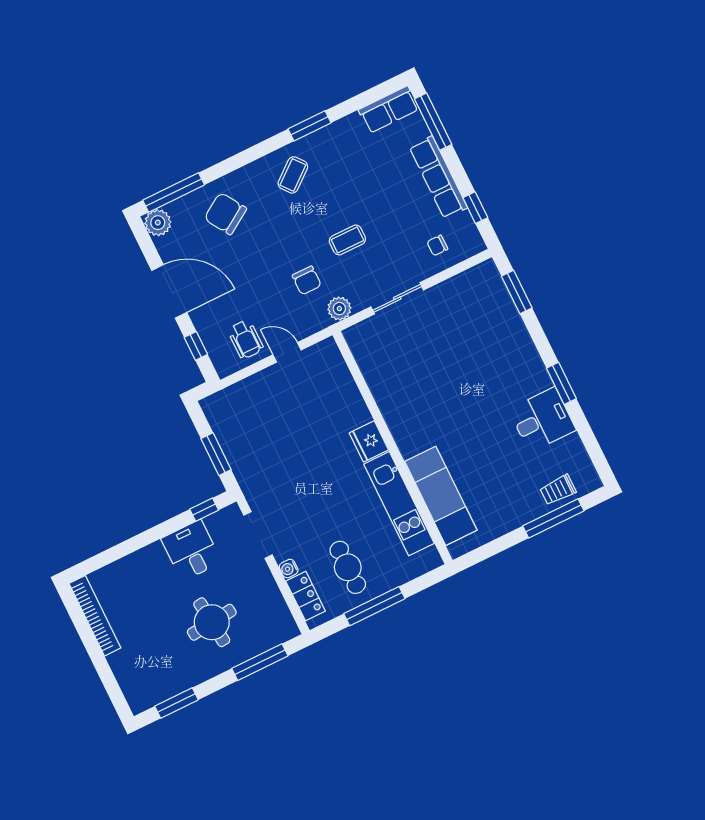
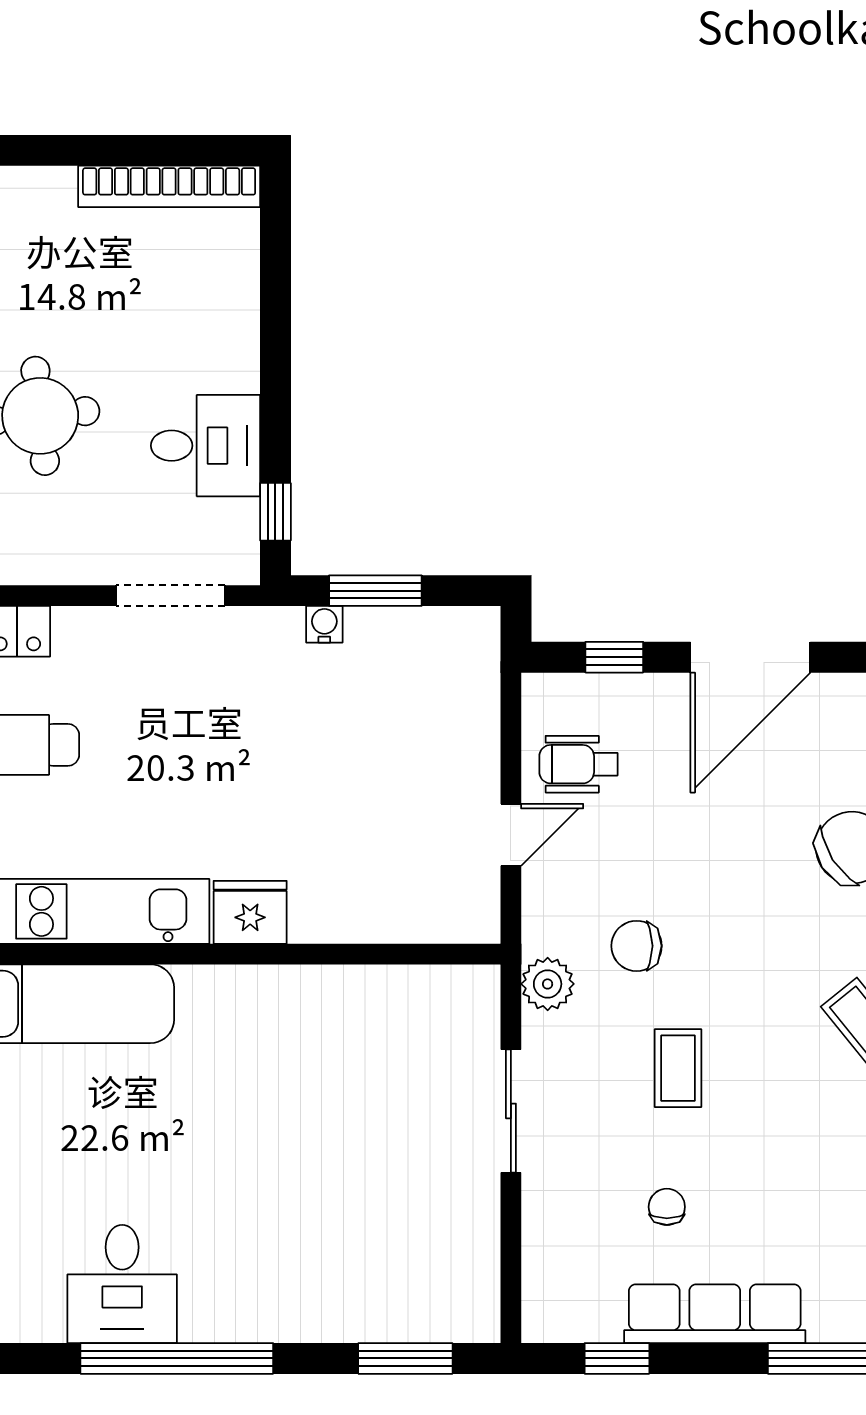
chair: (437, 245) -> (667, 1207), moved
window: (561, 383) -> (177, 1358), width x2.11
water cooler: (289, 569) -> (324, 624), moved

